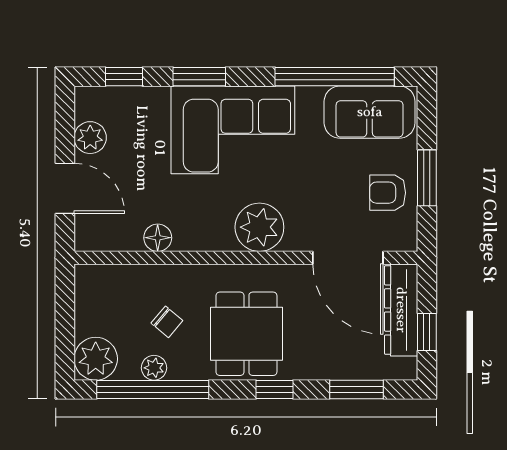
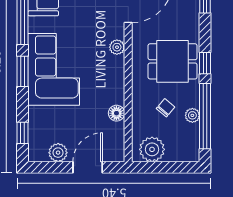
window: (199, 77) -> (22, 71), moved
plant: (259, 227) -> (117, 47), width x0.53, depth x0.53
plant: (96, 359) -> (152, 149), moved
window: (275, 390) -> (205, 63), moved

